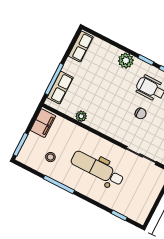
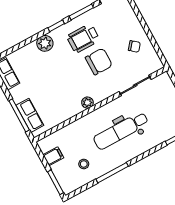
chair: (141, 113) -> (99, 61), width x1.87, depth x1.87
plant: (81, 116) -> (87, 103), moved
filing cabinet: (43, 123) -> (53, 156), width x0.50

